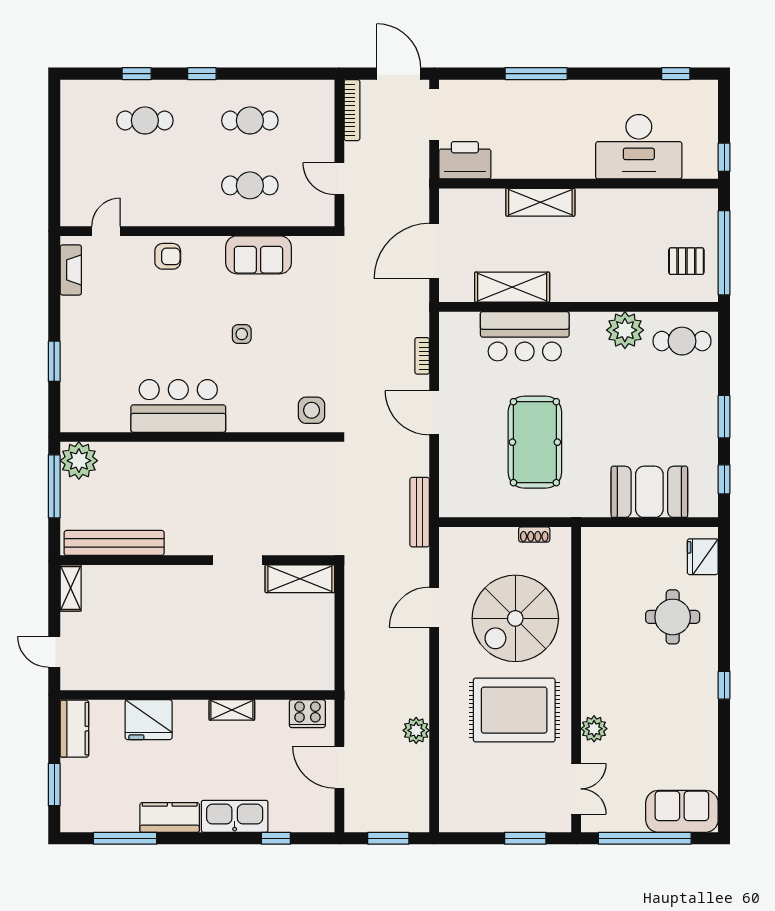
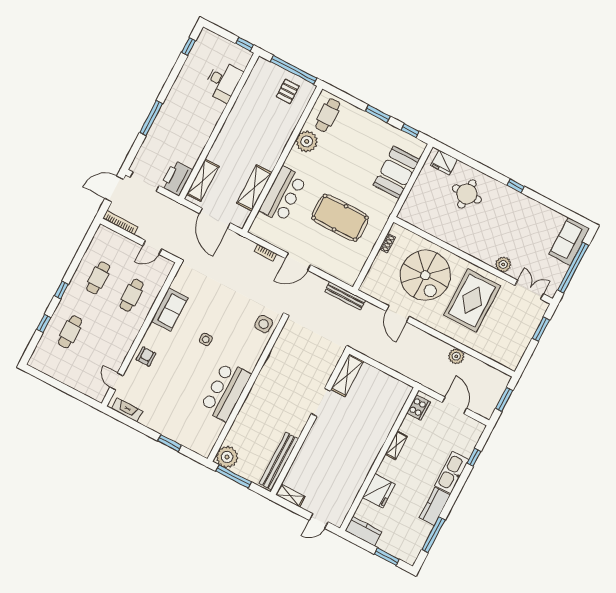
desk: (639, 147) -> (223, 81), width x0.73, depth x0.77
shelving: (540, 202) -> (203, 180), moved
door: (339, 767) -> (455, 406), swing flipped

